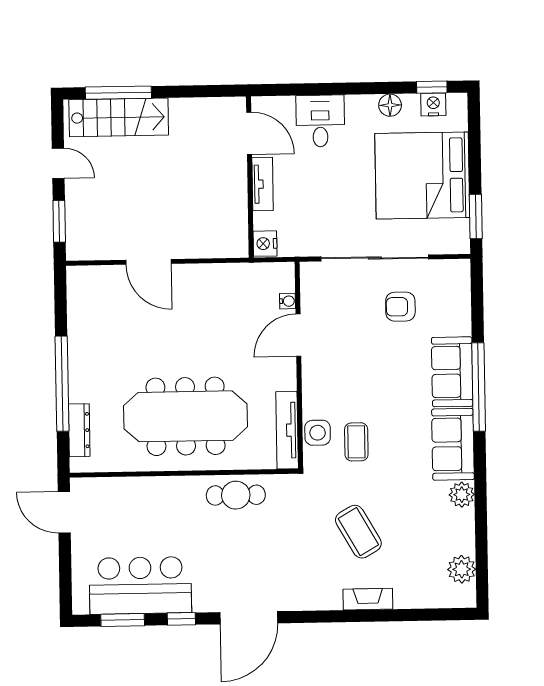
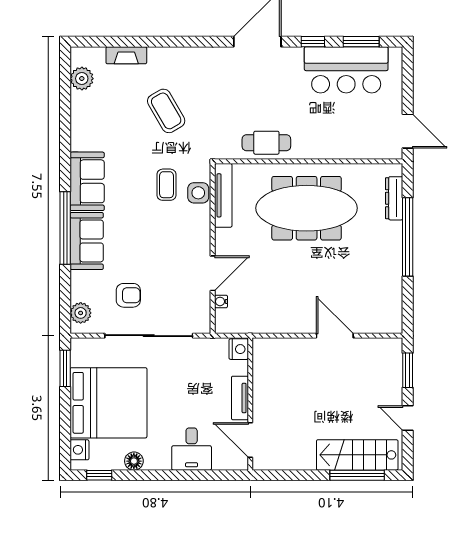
nightstand: (433, 105) -> (79, 450), moved, turned 90
plant: (462, 495) -> (81, 313), moved
fireplace: (368, 599) -> (126, 55), moved

